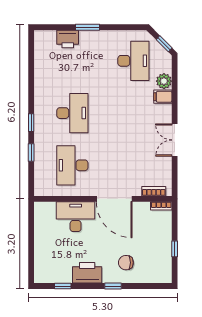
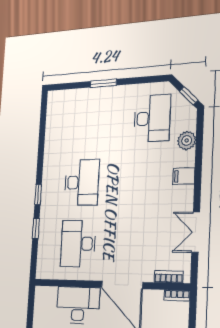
printer: (68, 39) -> (82, 98), removed
filing cabinet: (163, 97) -> (184, 176), moved
double door: (175, 140) -> (196, 232), moved

